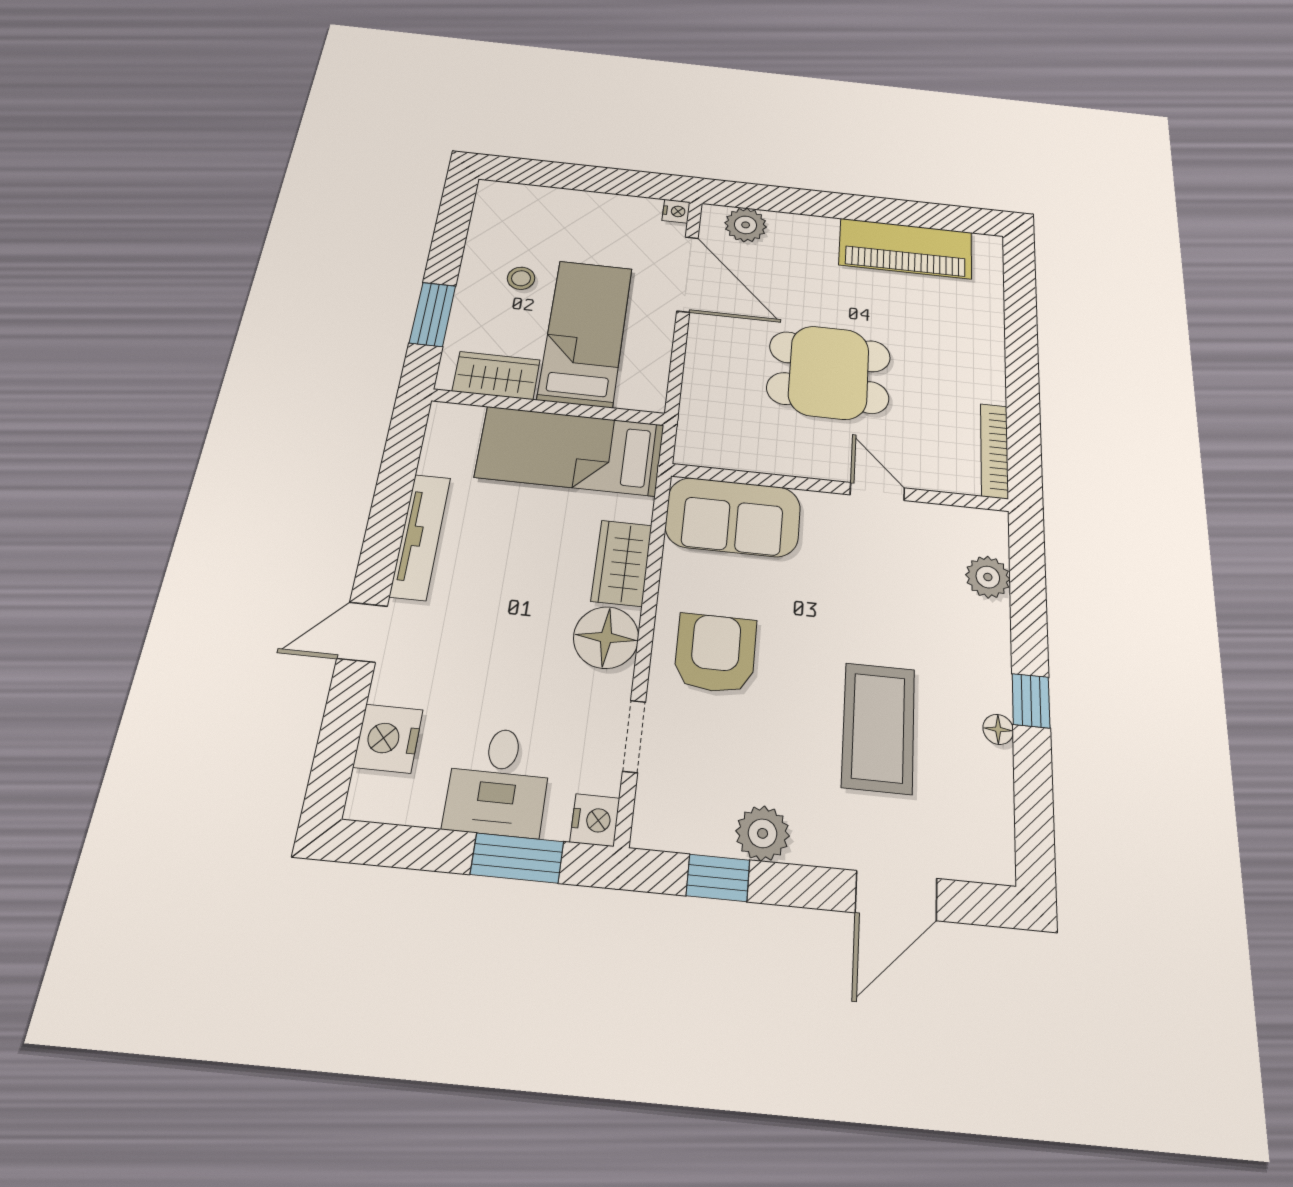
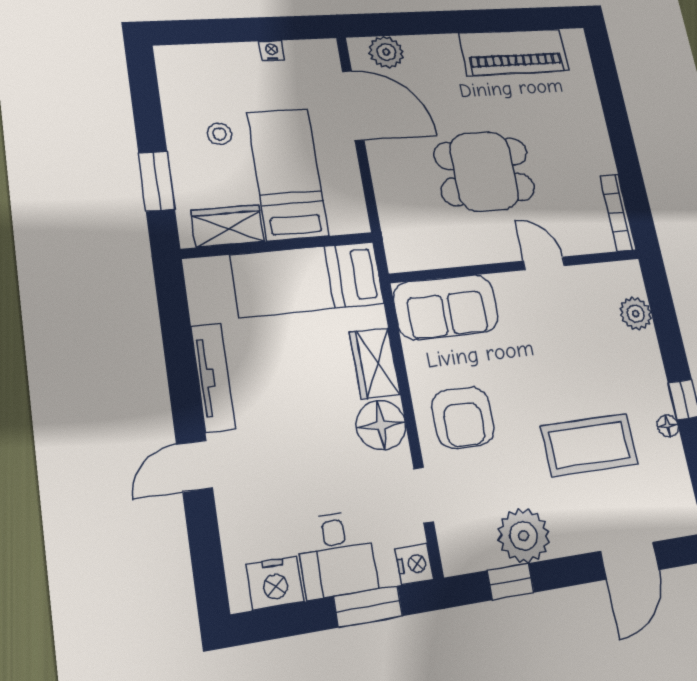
nightstand: (676, 211) -> (272, 51), moved, turned -90
armchair: (715, 653) -> (463, 418), turned 180
coffee table: (878, 728) -> (589, 445), turned 90
nightstand: (388, 738) -> (275, 583), moved, turned -90
plant: (763, 833) -> (524, 536), width x1.36, depth x1.36

